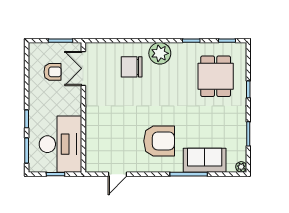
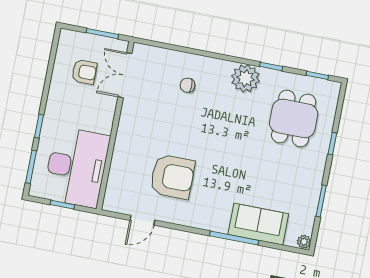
plant: (160, 53) -> (246, 78), moved
chair: (132, 67) -> (187, 85), width x0.54, depth x0.54
armchair: (159, 141) -> (172, 177), moved

